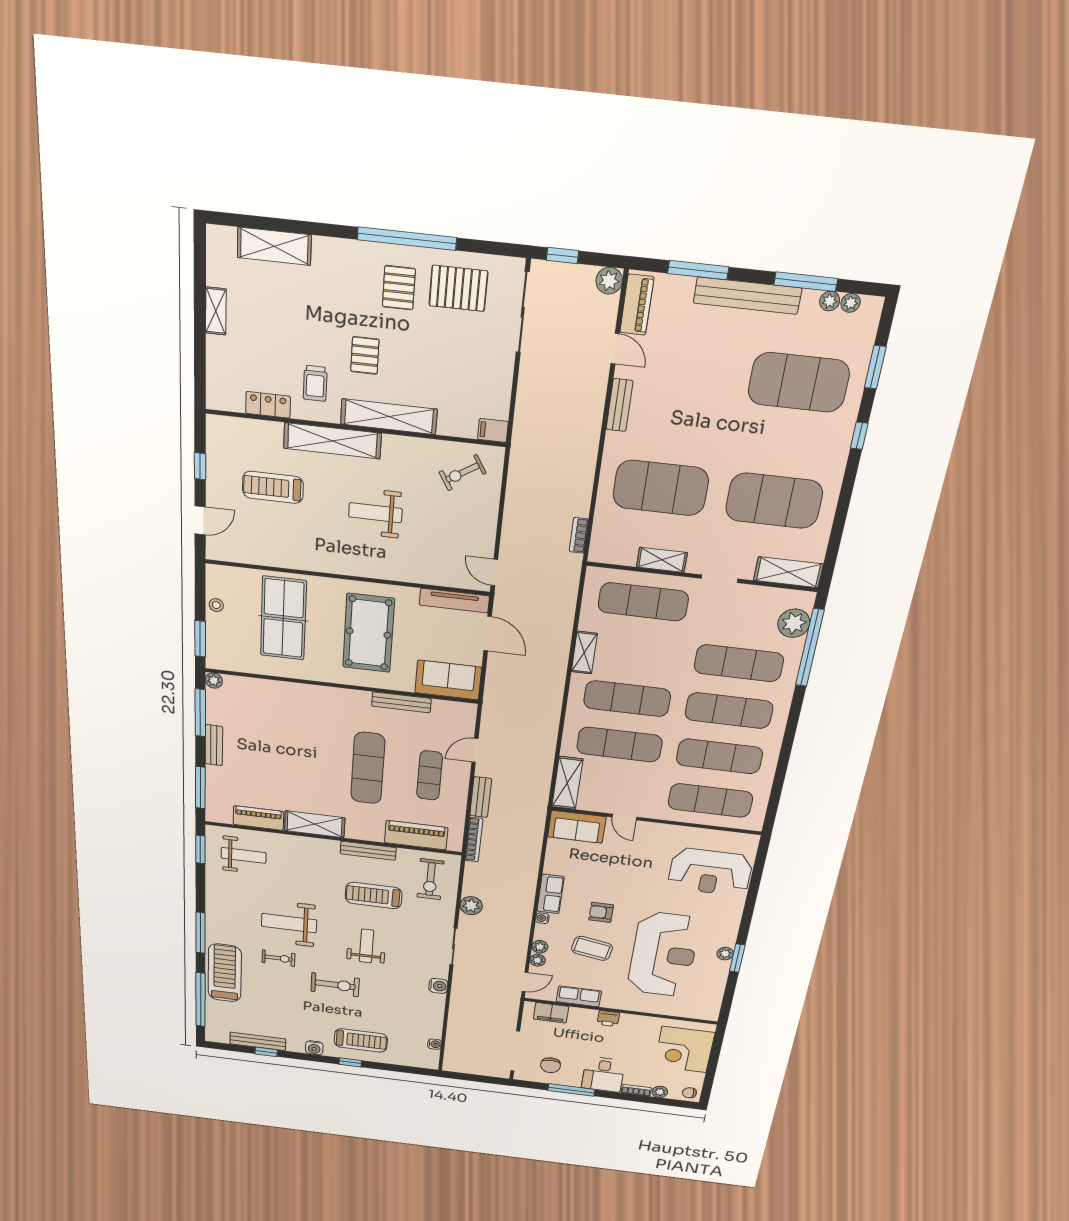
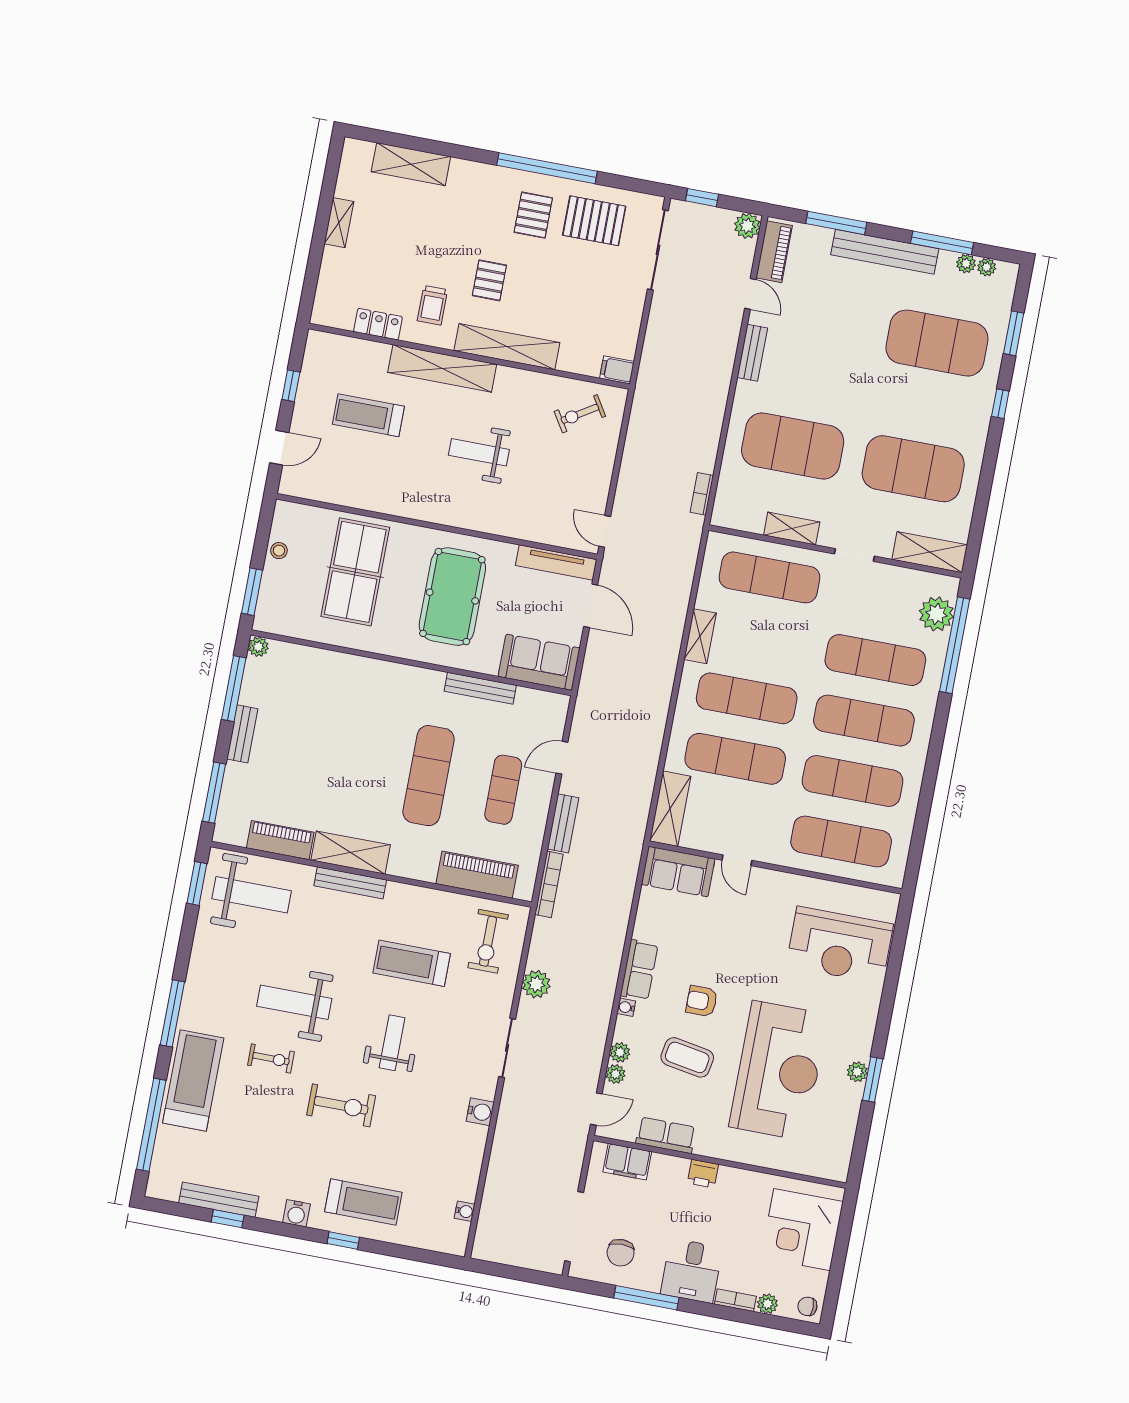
bench: (368, 851) -> (350, 883), moved
weight bench: (244, 855) -> (252, 895), width x1.36, depth x1.33

